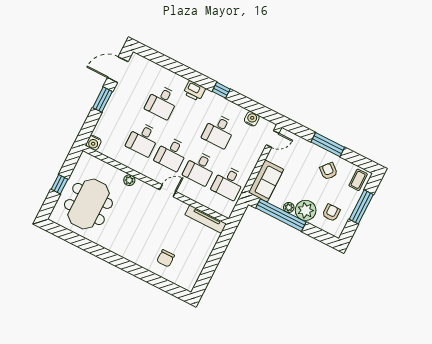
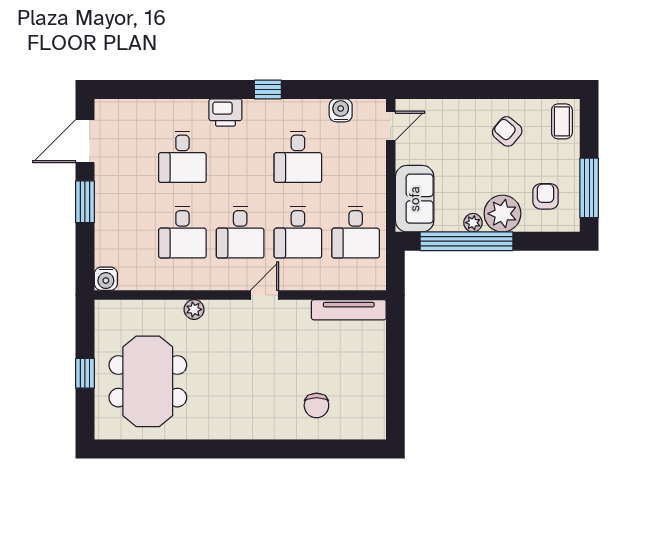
window: (328, 145) -> (484, 90), removed
window: (361, 207) -> (589, 188), moved

